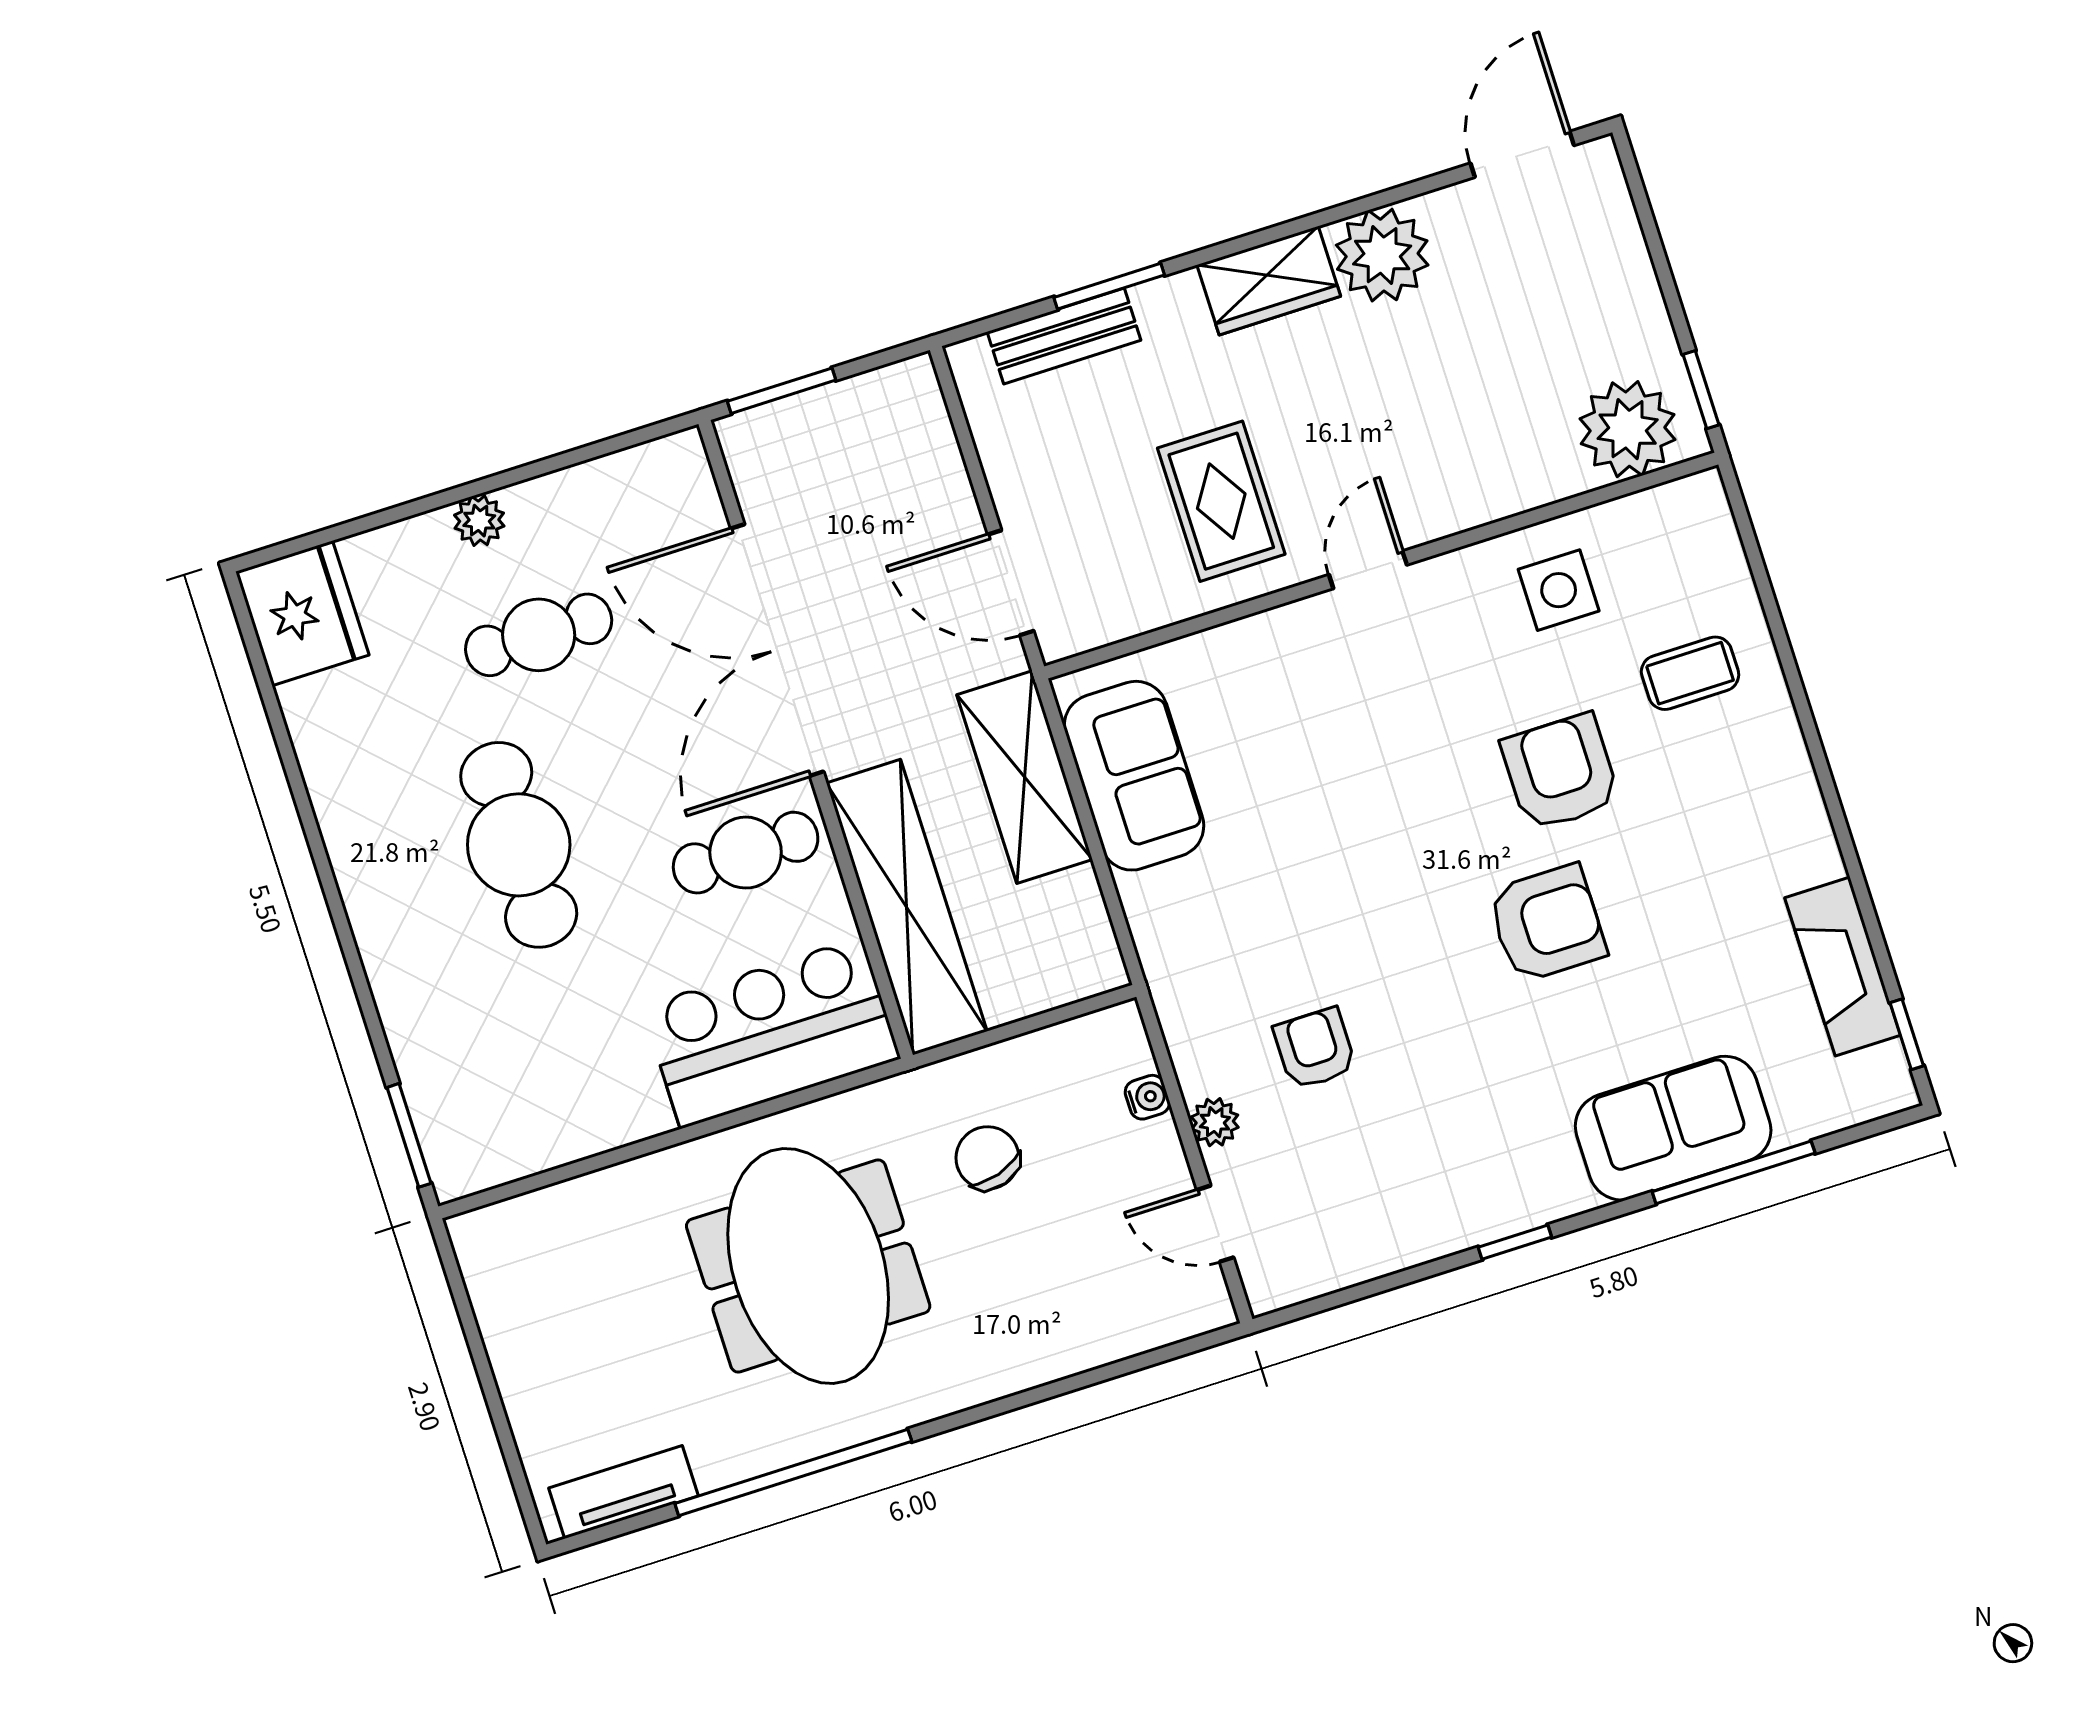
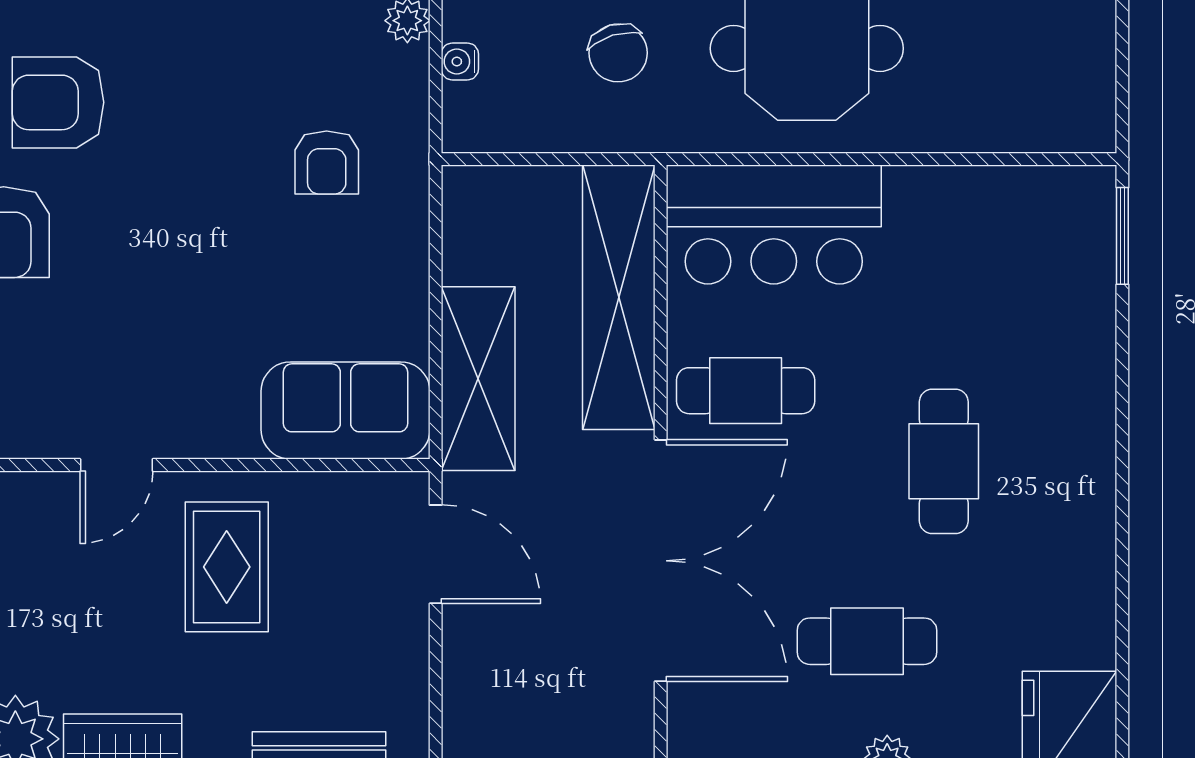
sofa: (1134, 776) -> (346, 410), moved, turned 90
cafe table: (519, 845) -> (944, 461), width x0.73, depth x0.74
armchair: (1315, 1049) -> (327, 162), moved

